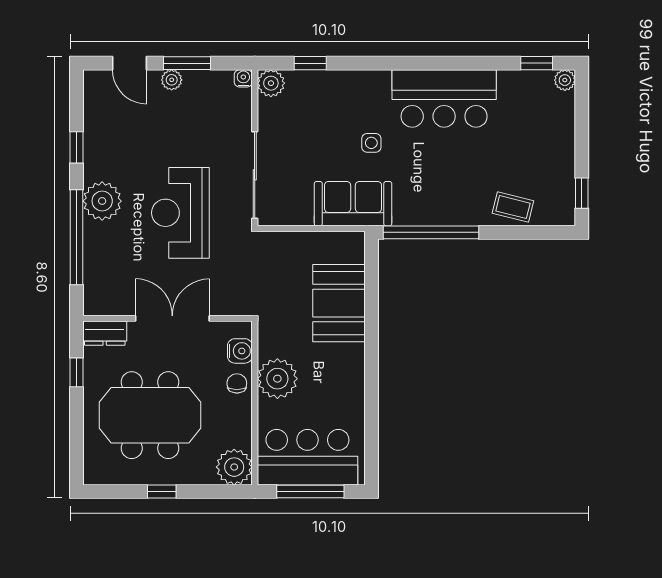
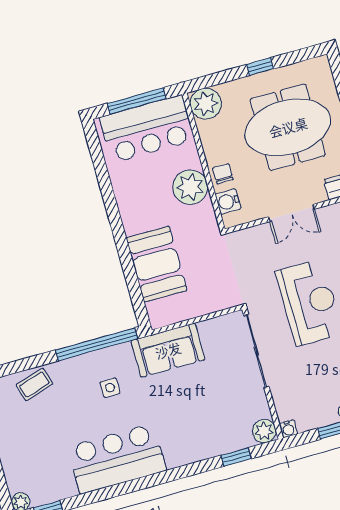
side table: (371, 143) -> (110, 388), moved
coffee table: (513, 207) -> (34, 384), turned -31
double door: (172, 318) -> (291, 213), width x0.73
chair: (237, 383) -> (223, 174), turned 180

